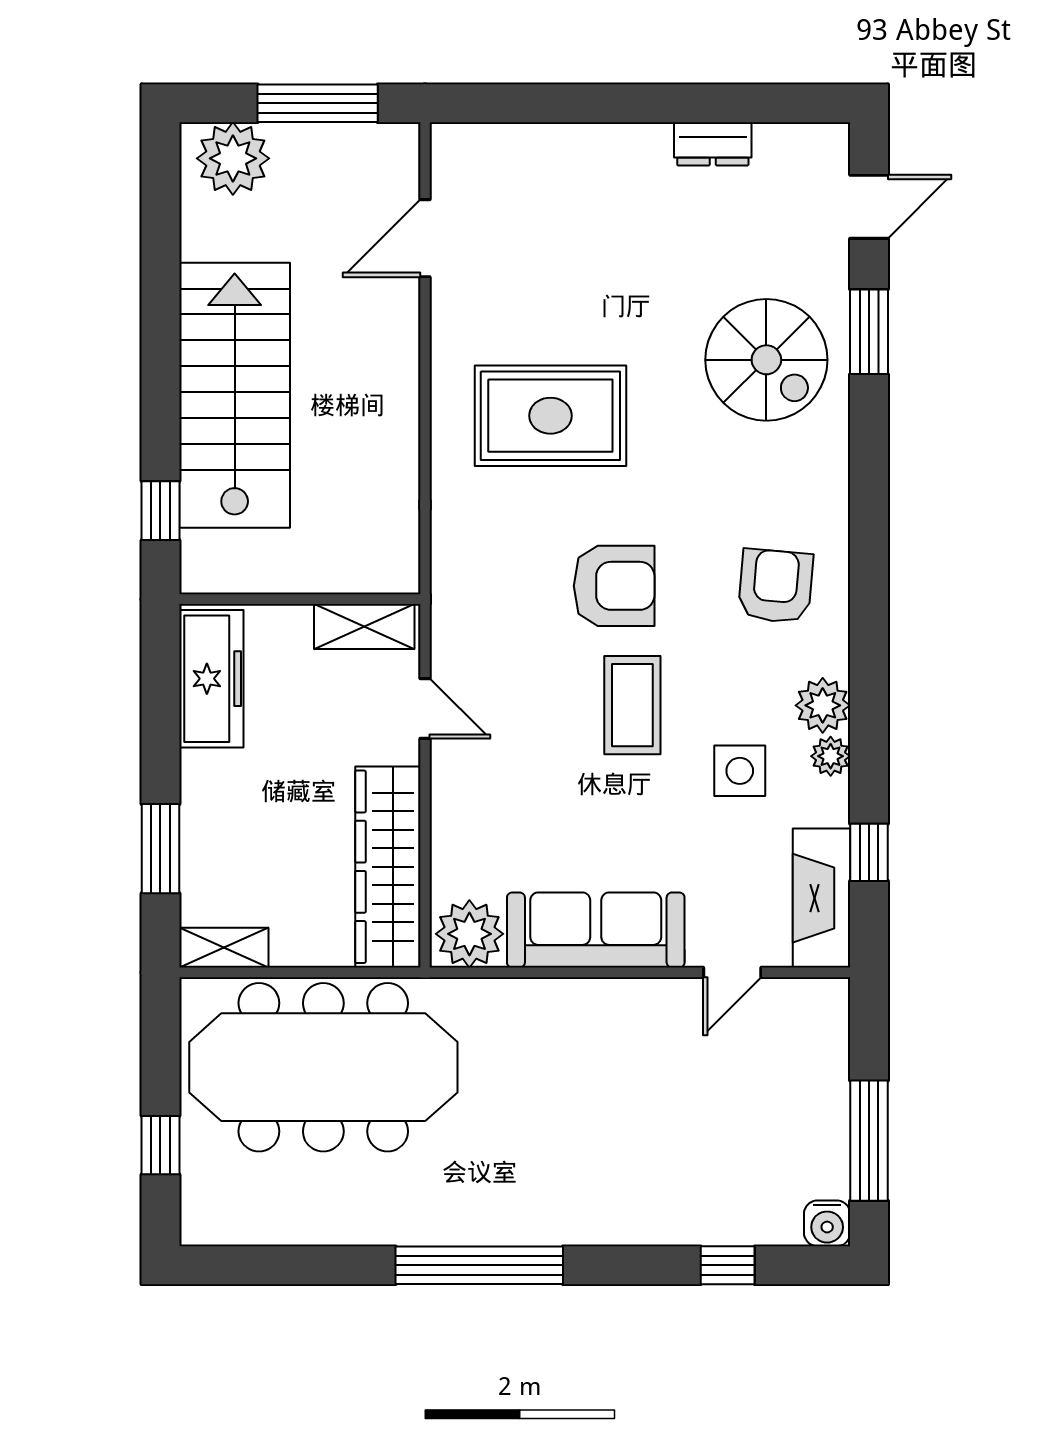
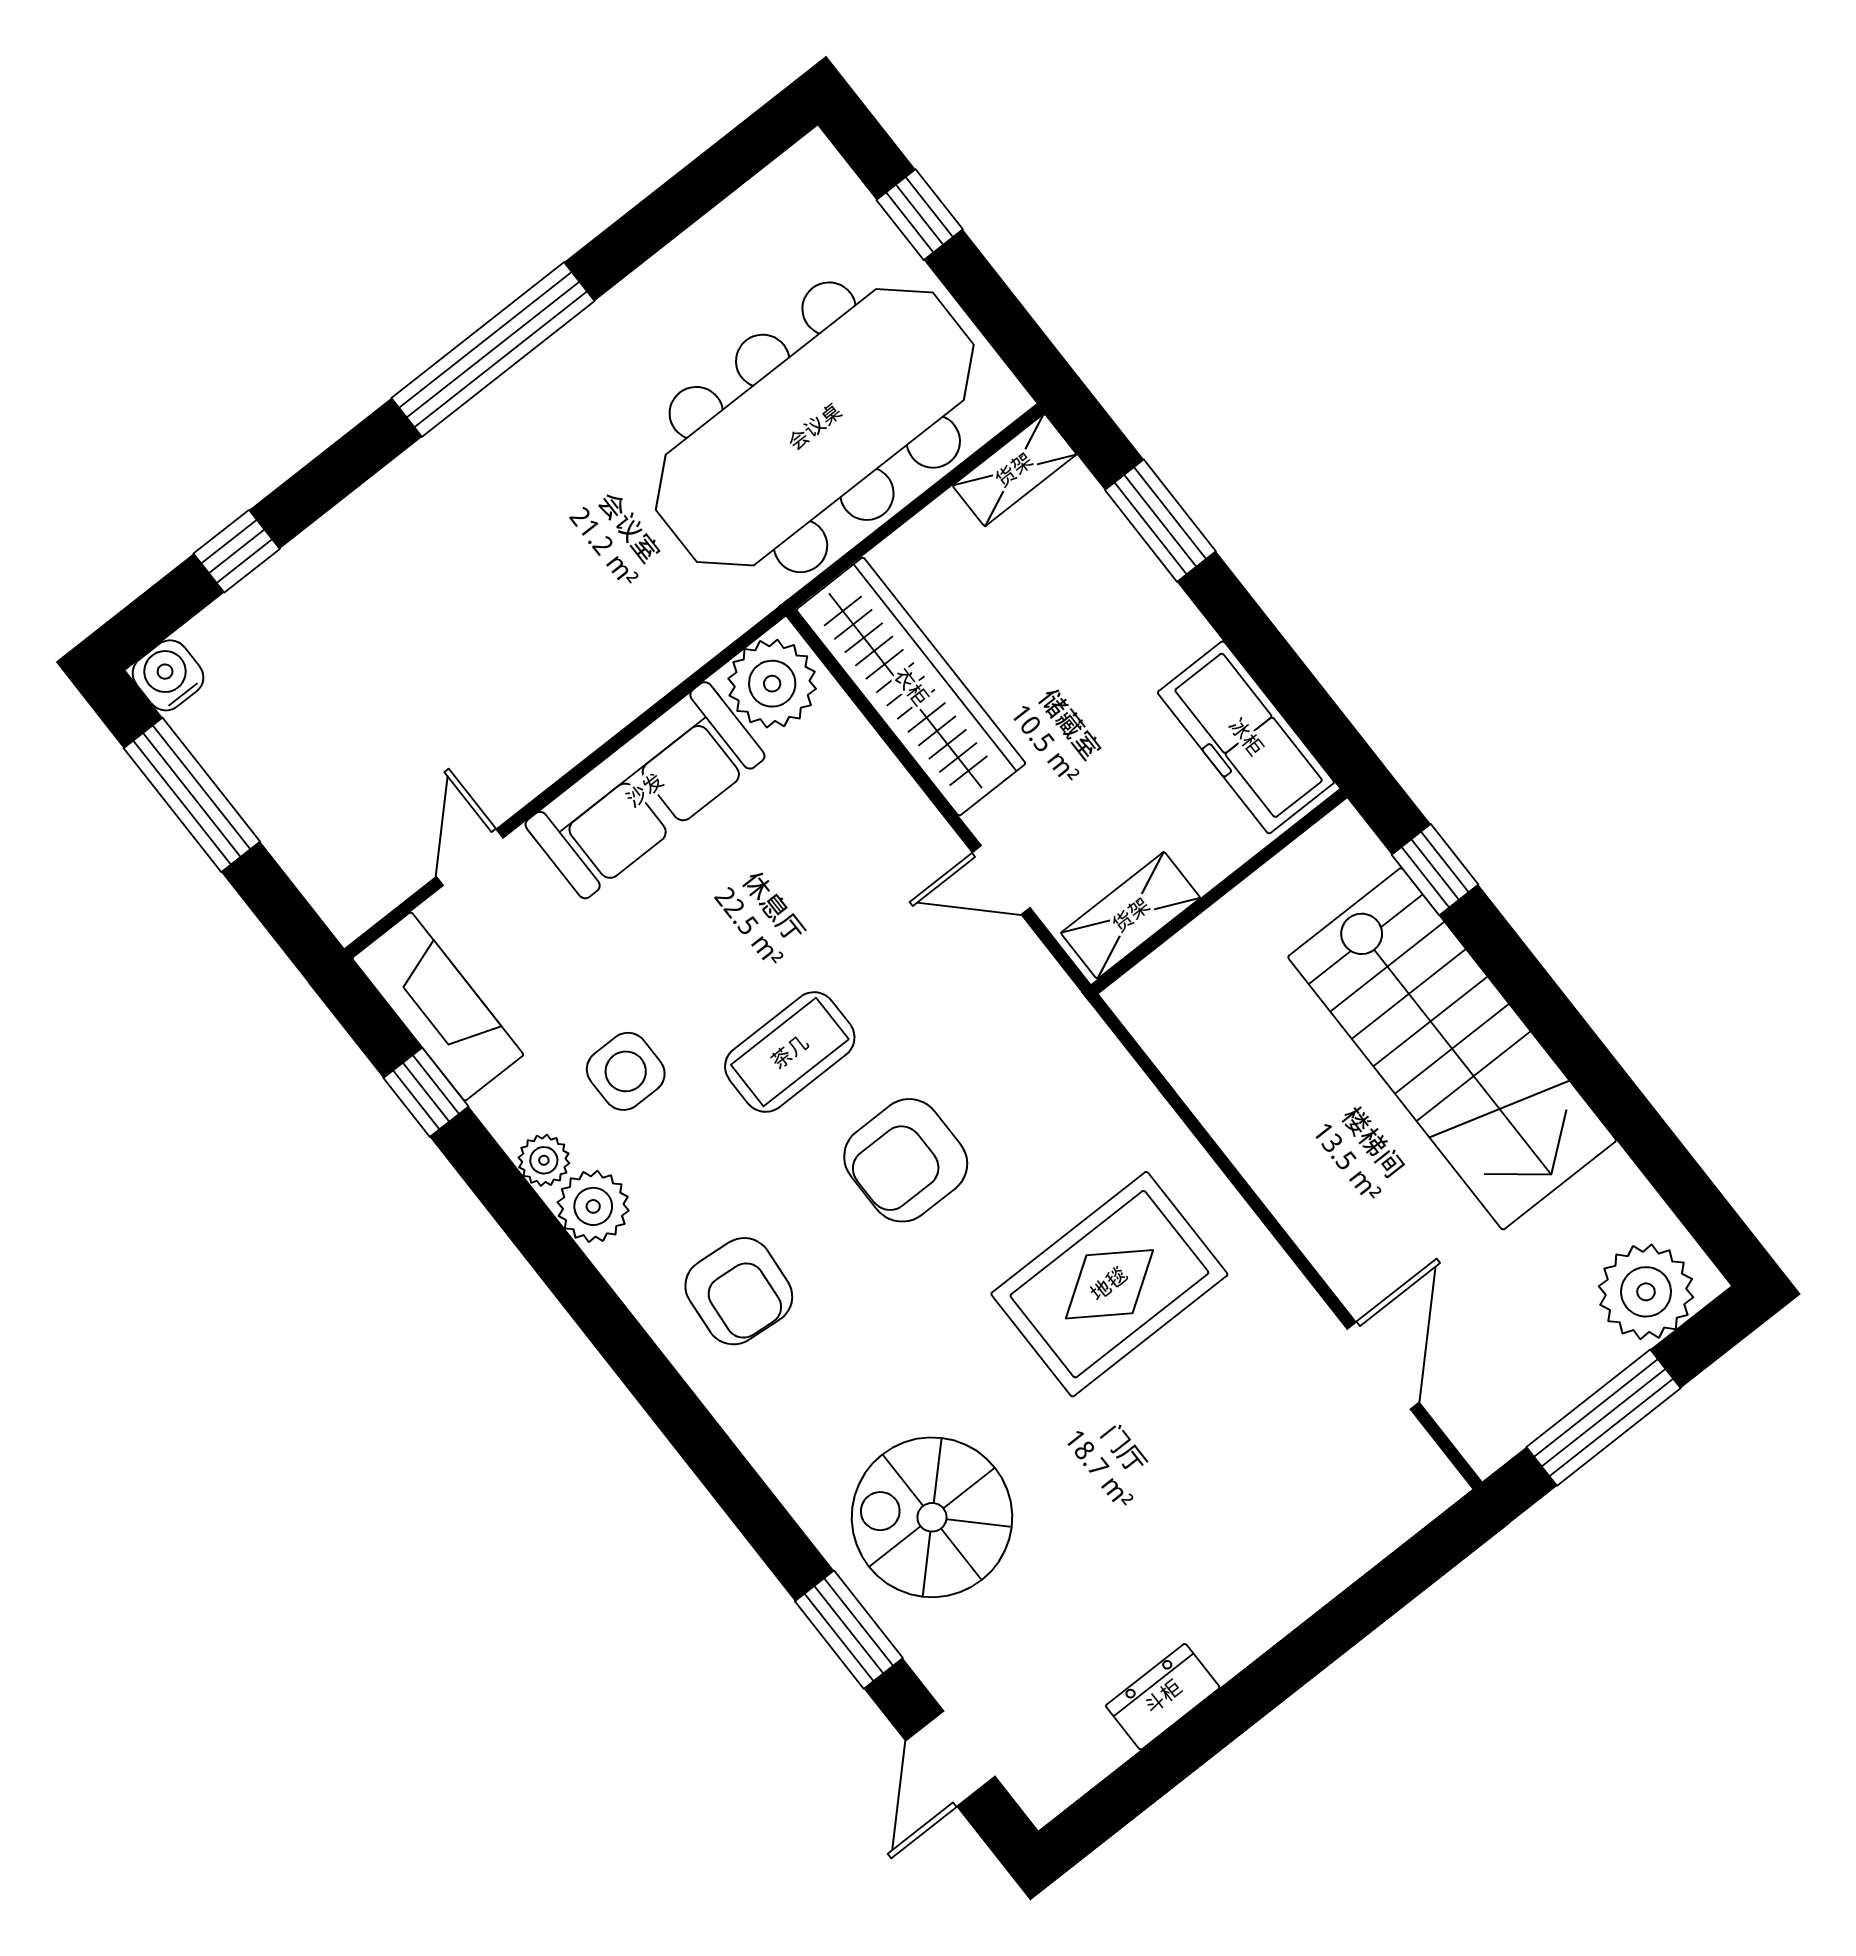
coffee table: (632, 705) -> (790, 1052), turned 90

